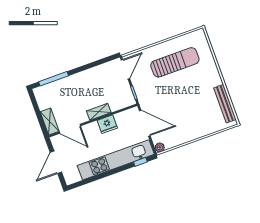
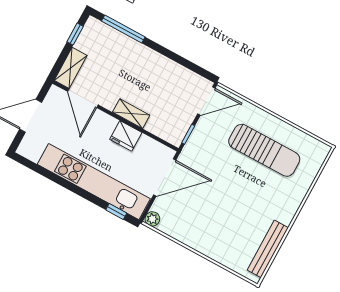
window: (35, 105) -> (75, 34), added
door: (145, 123) -> (165, 178), hinge flipped

